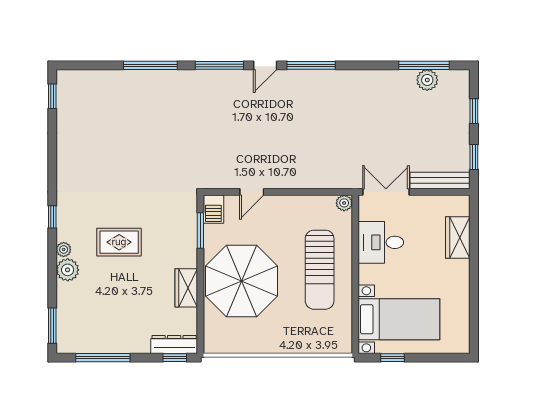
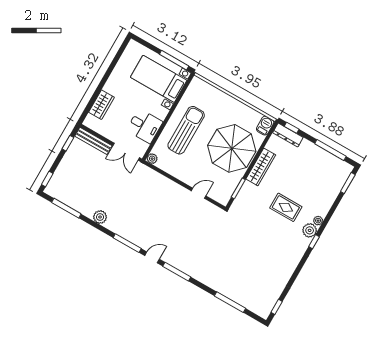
window: (150, 65) -> (230, 302), moved
plant: (427, 80) -> (100, 217), moved
window: (474, 111) -> (47, 179), moved
barbecue: (213, 209) -> (265, 126), moved
plant: (68, 270) -> (310, 230), moved
wardrobe: (186, 288) -> (261, 167), width x1.50
window: (392, 358) -> (174, 60), width x2.17

